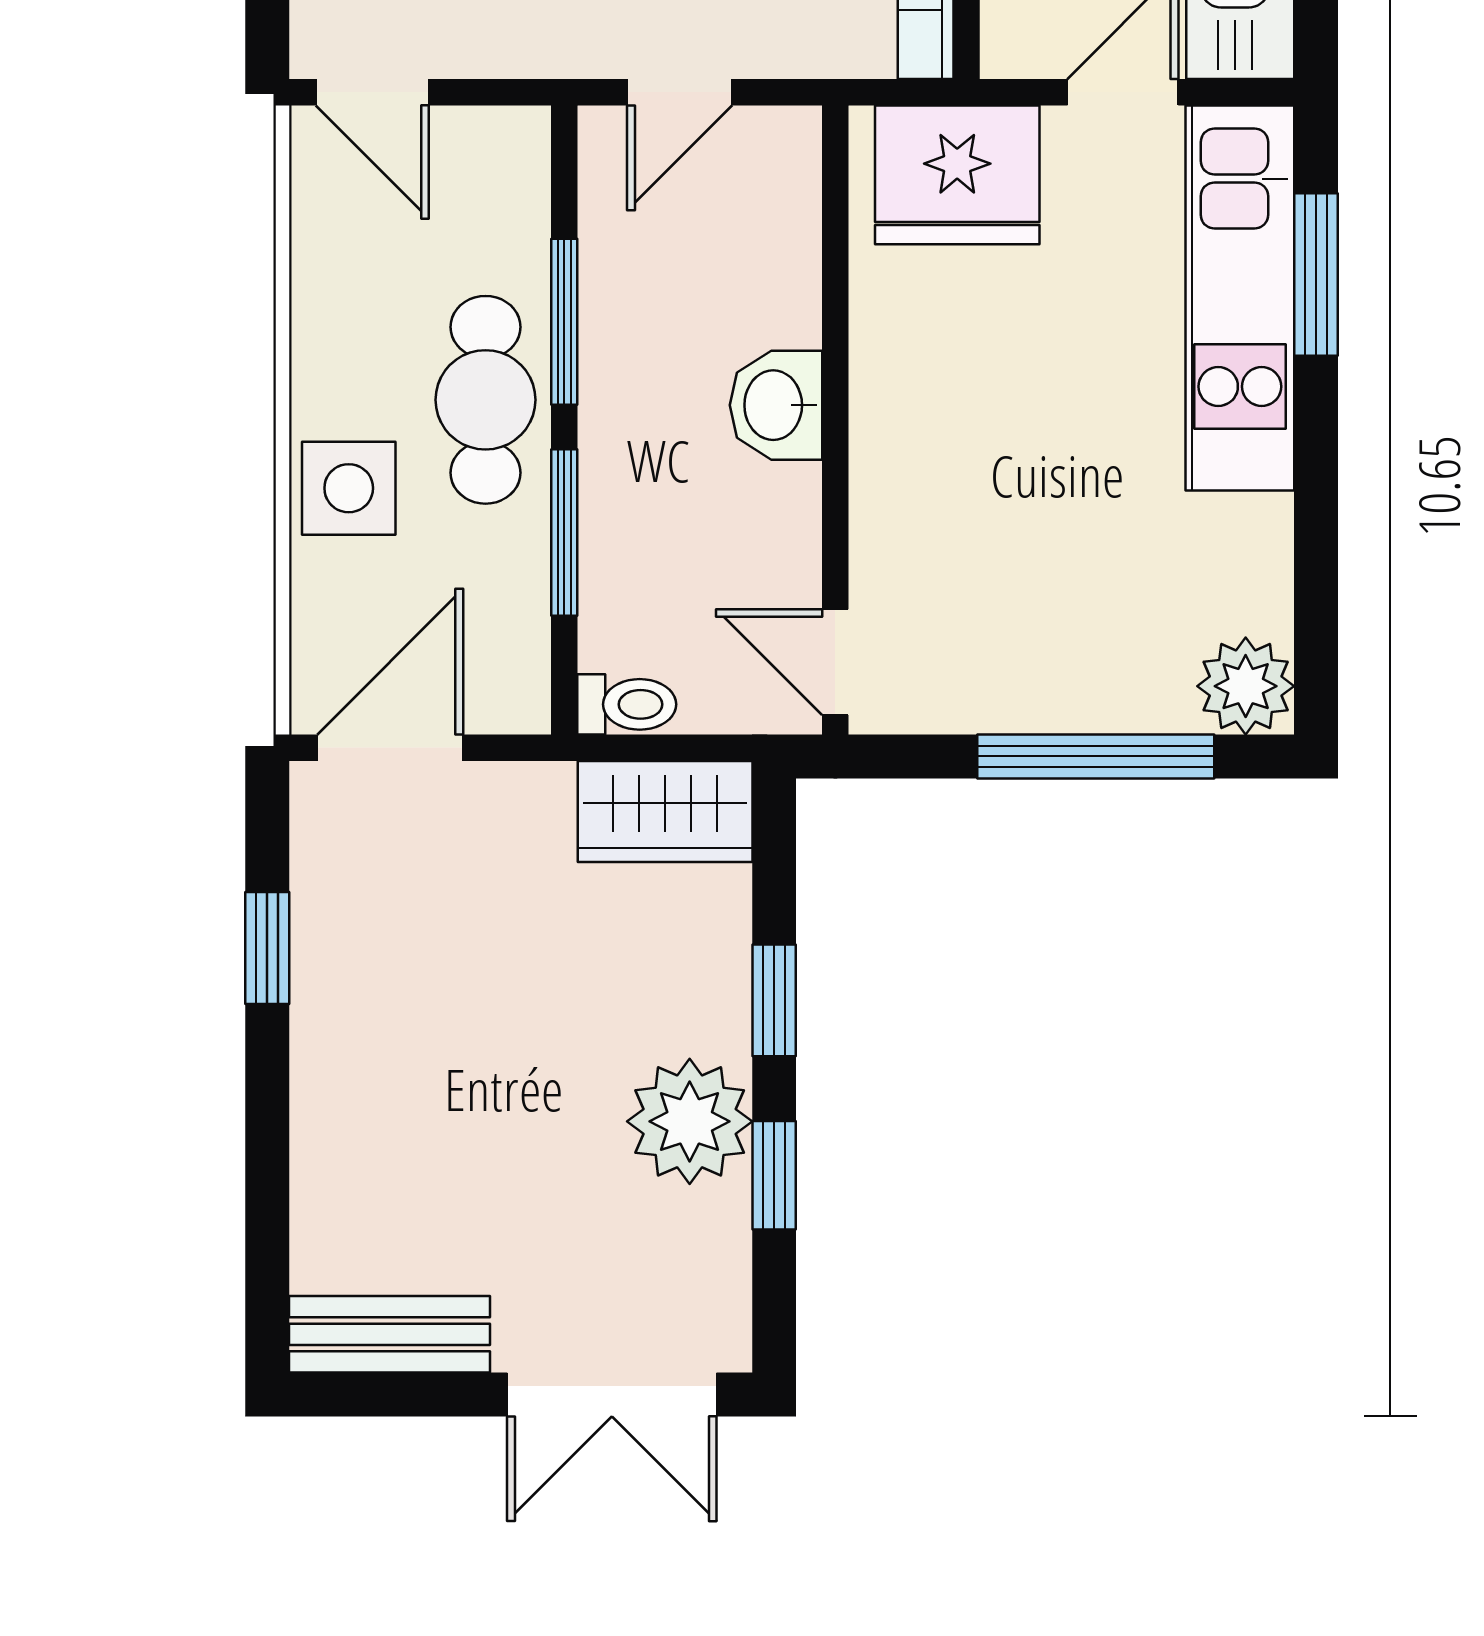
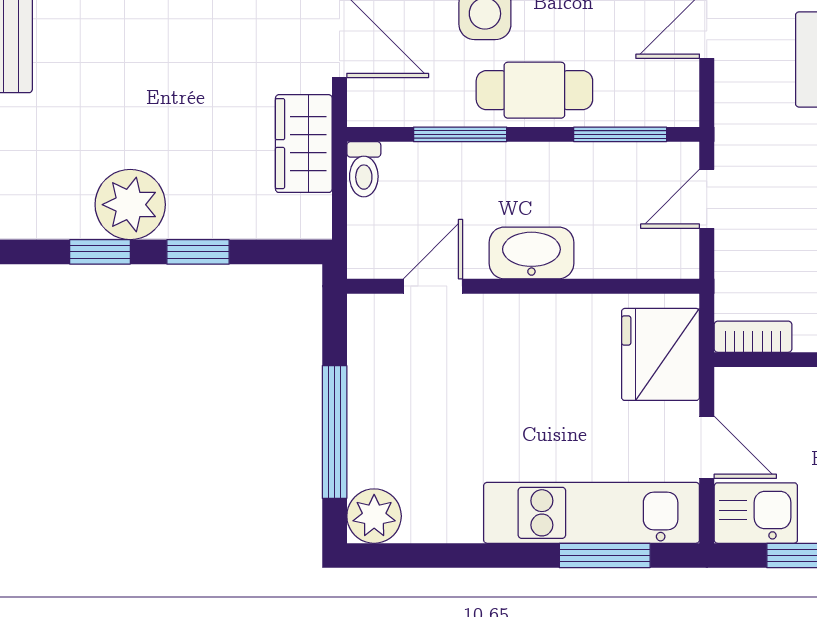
door: (680, 92) -> (707, 199), hinge flipped
window: (564, 322) -> (620, 134), moved
washbasin: (776, 405) -> (531, 253), width x1.38
door: (835, 662) -> (433, 286), moved
wardrobe: (665, 811) -> (304, 144), moved

